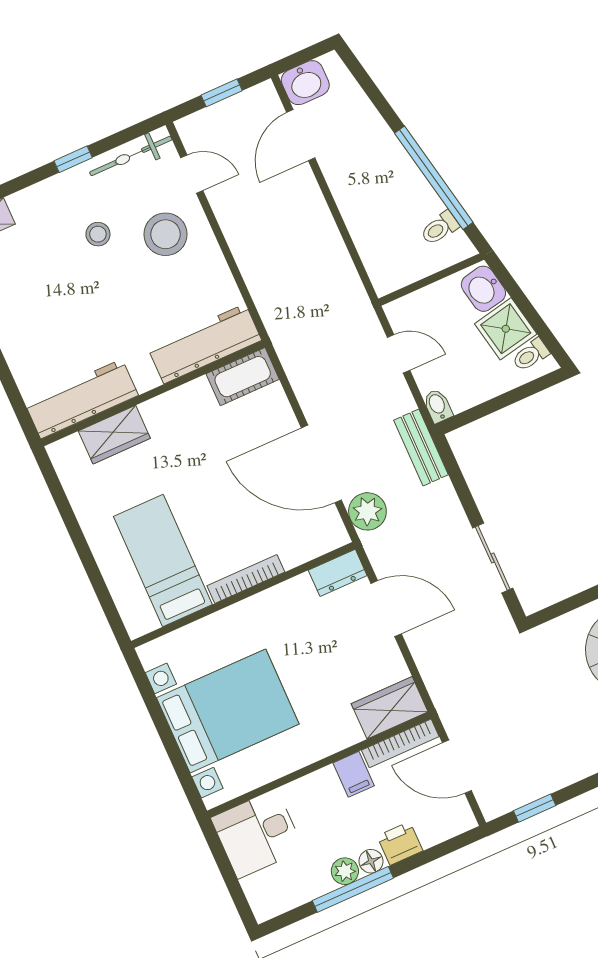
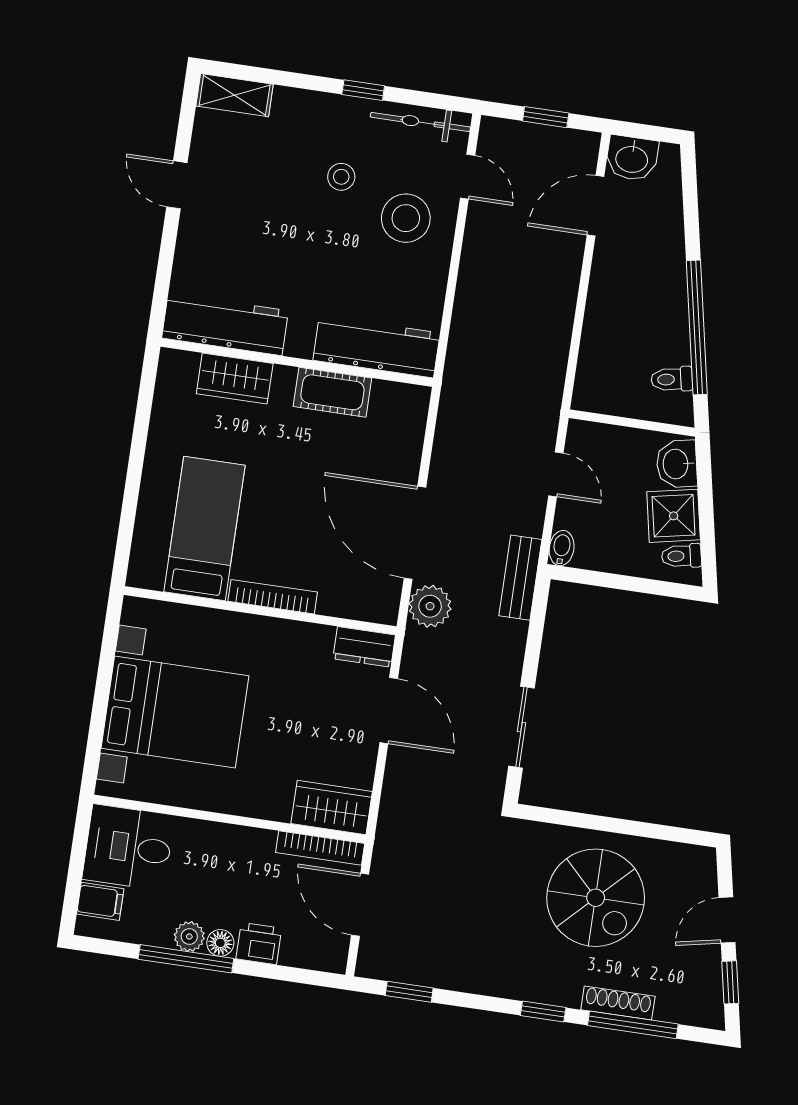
cot: (243, 377) -> (332, 392), moved
filing cabinet: (354, 774) -> (100, 901), moved, turned -90

